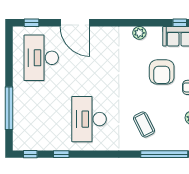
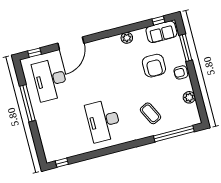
door: (75, 23) -> (71, 43), hinge flipped
window: (9, 108) -> (28, 103), moved
window: (61, 154) -> (88, 156), removed

